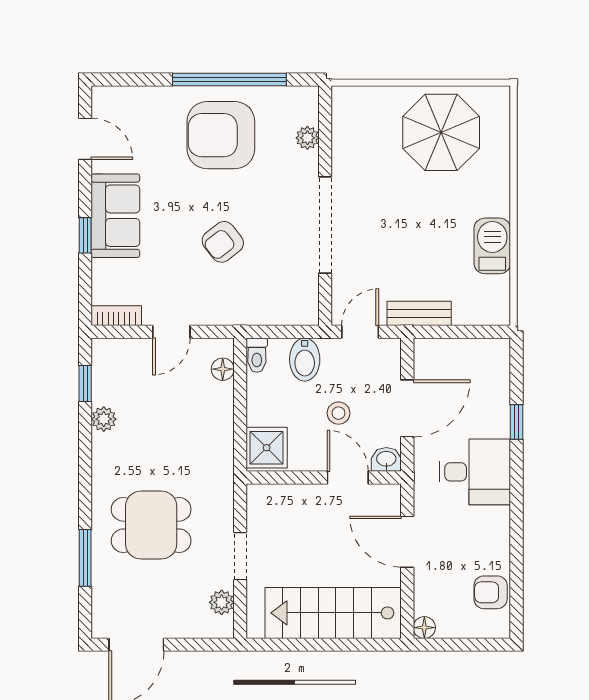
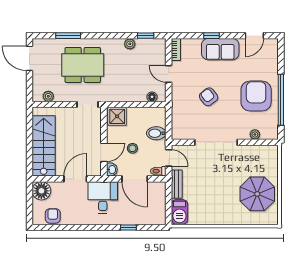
barbecue: (492, 246) -> (179, 212), moved, turned 90
toilet: (257, 355) -> (158, 171), moved
desk: (475, 472) -> (103, 197), moved, turned 180
dining table: (151, 525) -> (83, 65), width x1.38
doorway: (240, 556) -> (88, 105), moved
floor lamp: (424, 628) -> (41, 191), width x1.89, depth x1.89

